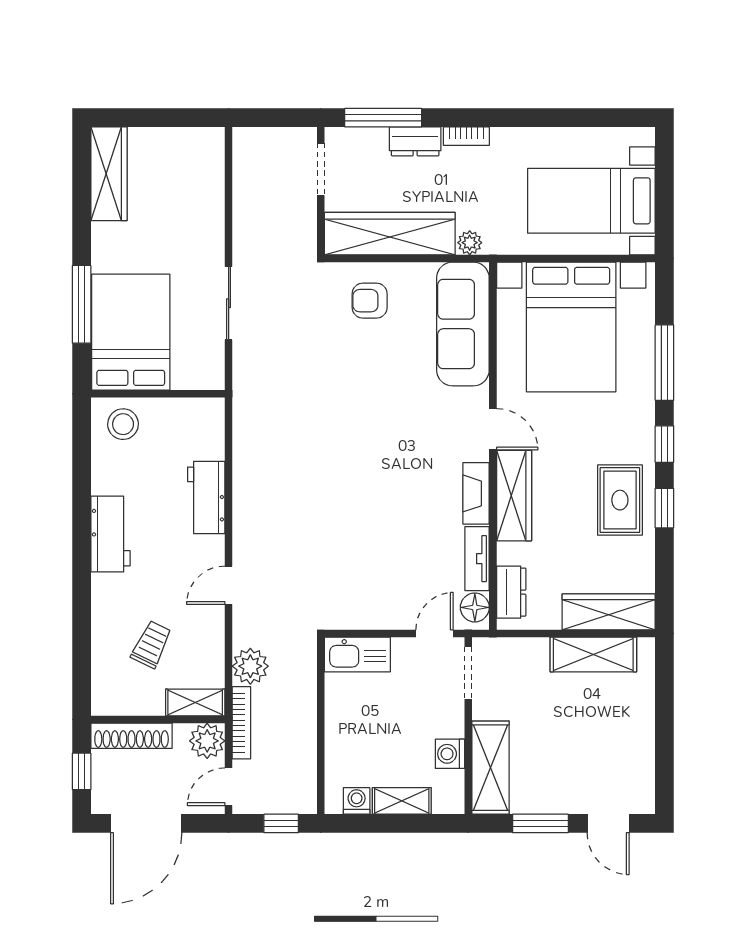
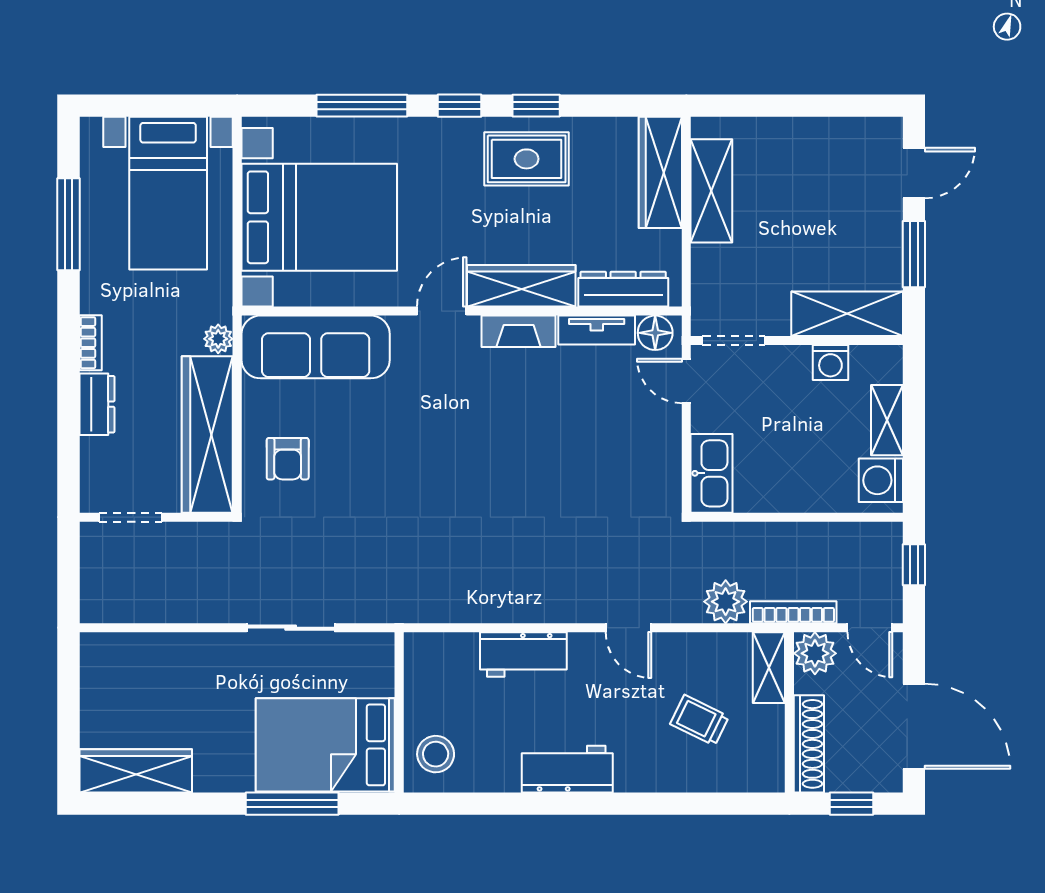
window: (383, 118) -> (68, 224), moved
dresser: (511, 592) -> (623, 289), width x1.44
washing machine: (357, 801) -> (881, 480), width x1.38, depth x1.38

